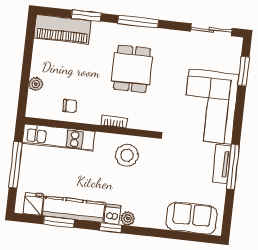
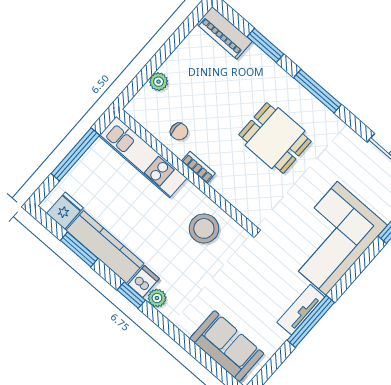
piano: (62, 29) -> (224, 33), width x0.73, depth x0.75
dining table: (132, 69) -> (275, 138), turned 90
bookcase: (114, 122) -> (198, 167), moved

